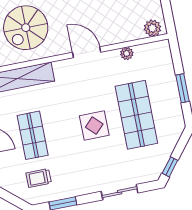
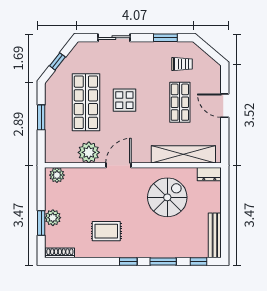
door: (87, 52) -> (118, 165), swing flipped
plant: (127, 53) -> (89, 152), width x1.88, depth x1.88
window: (170, 167) -> (57, 61), moved

